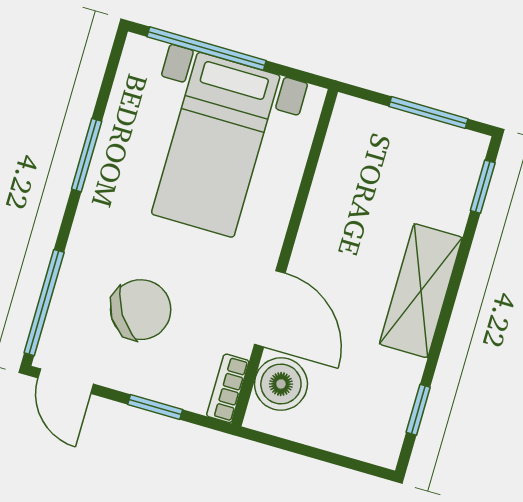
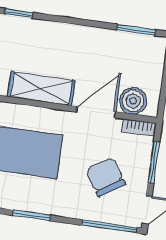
shelving: (421, 291) -> (41, 89), moved
window: (155, 407) -> (154, 163), width x1.50
window: (418, 410) -> (136, 30), width x1.50

